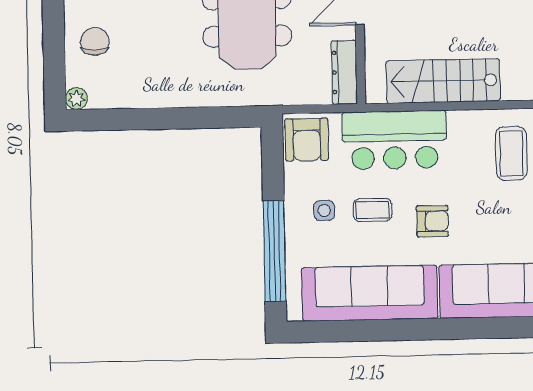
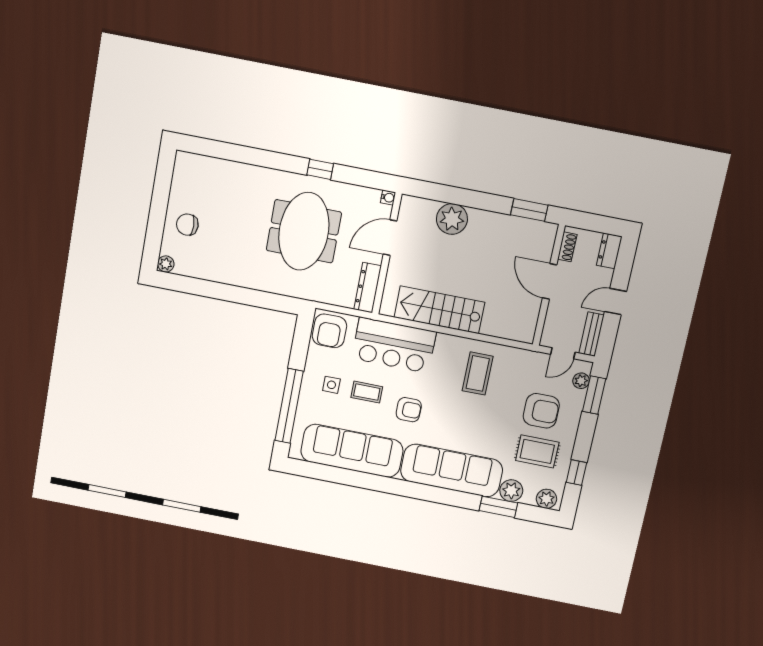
chair: (95, 41) -> (187, 225), turned -90

